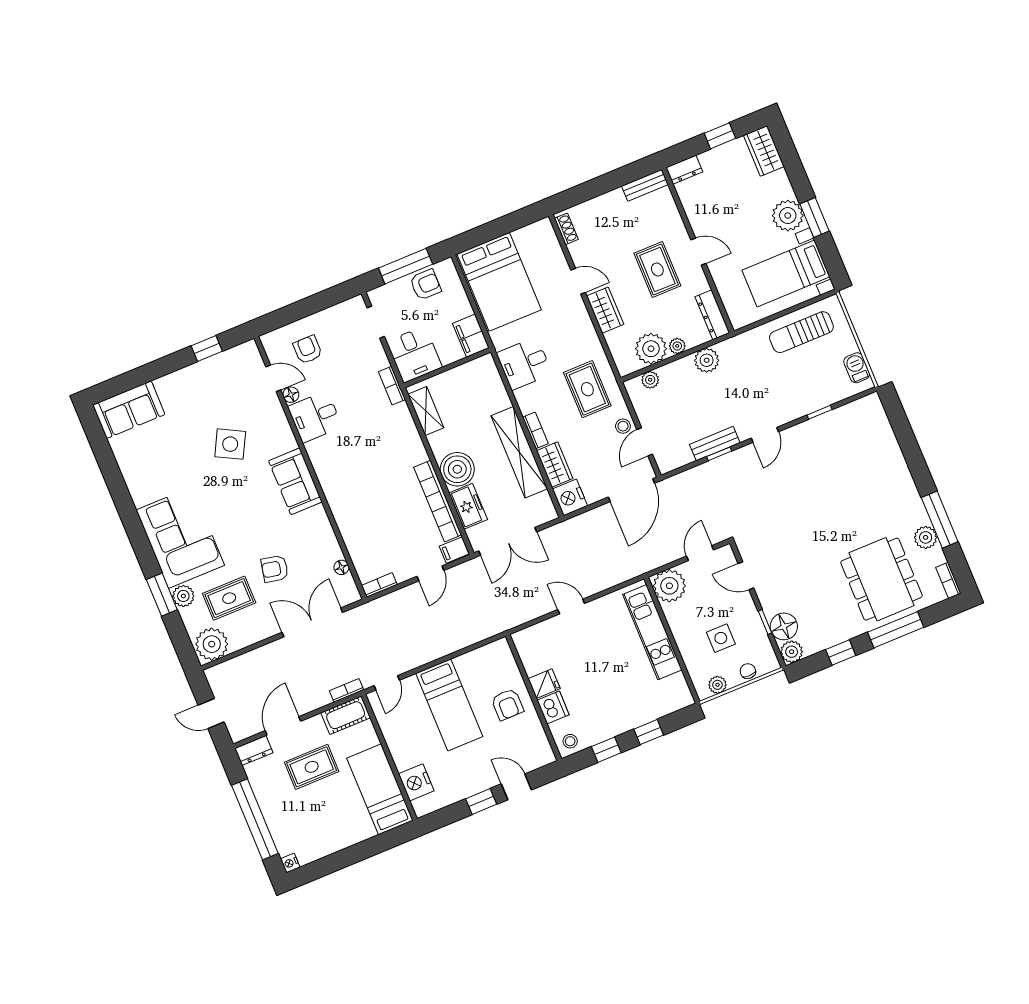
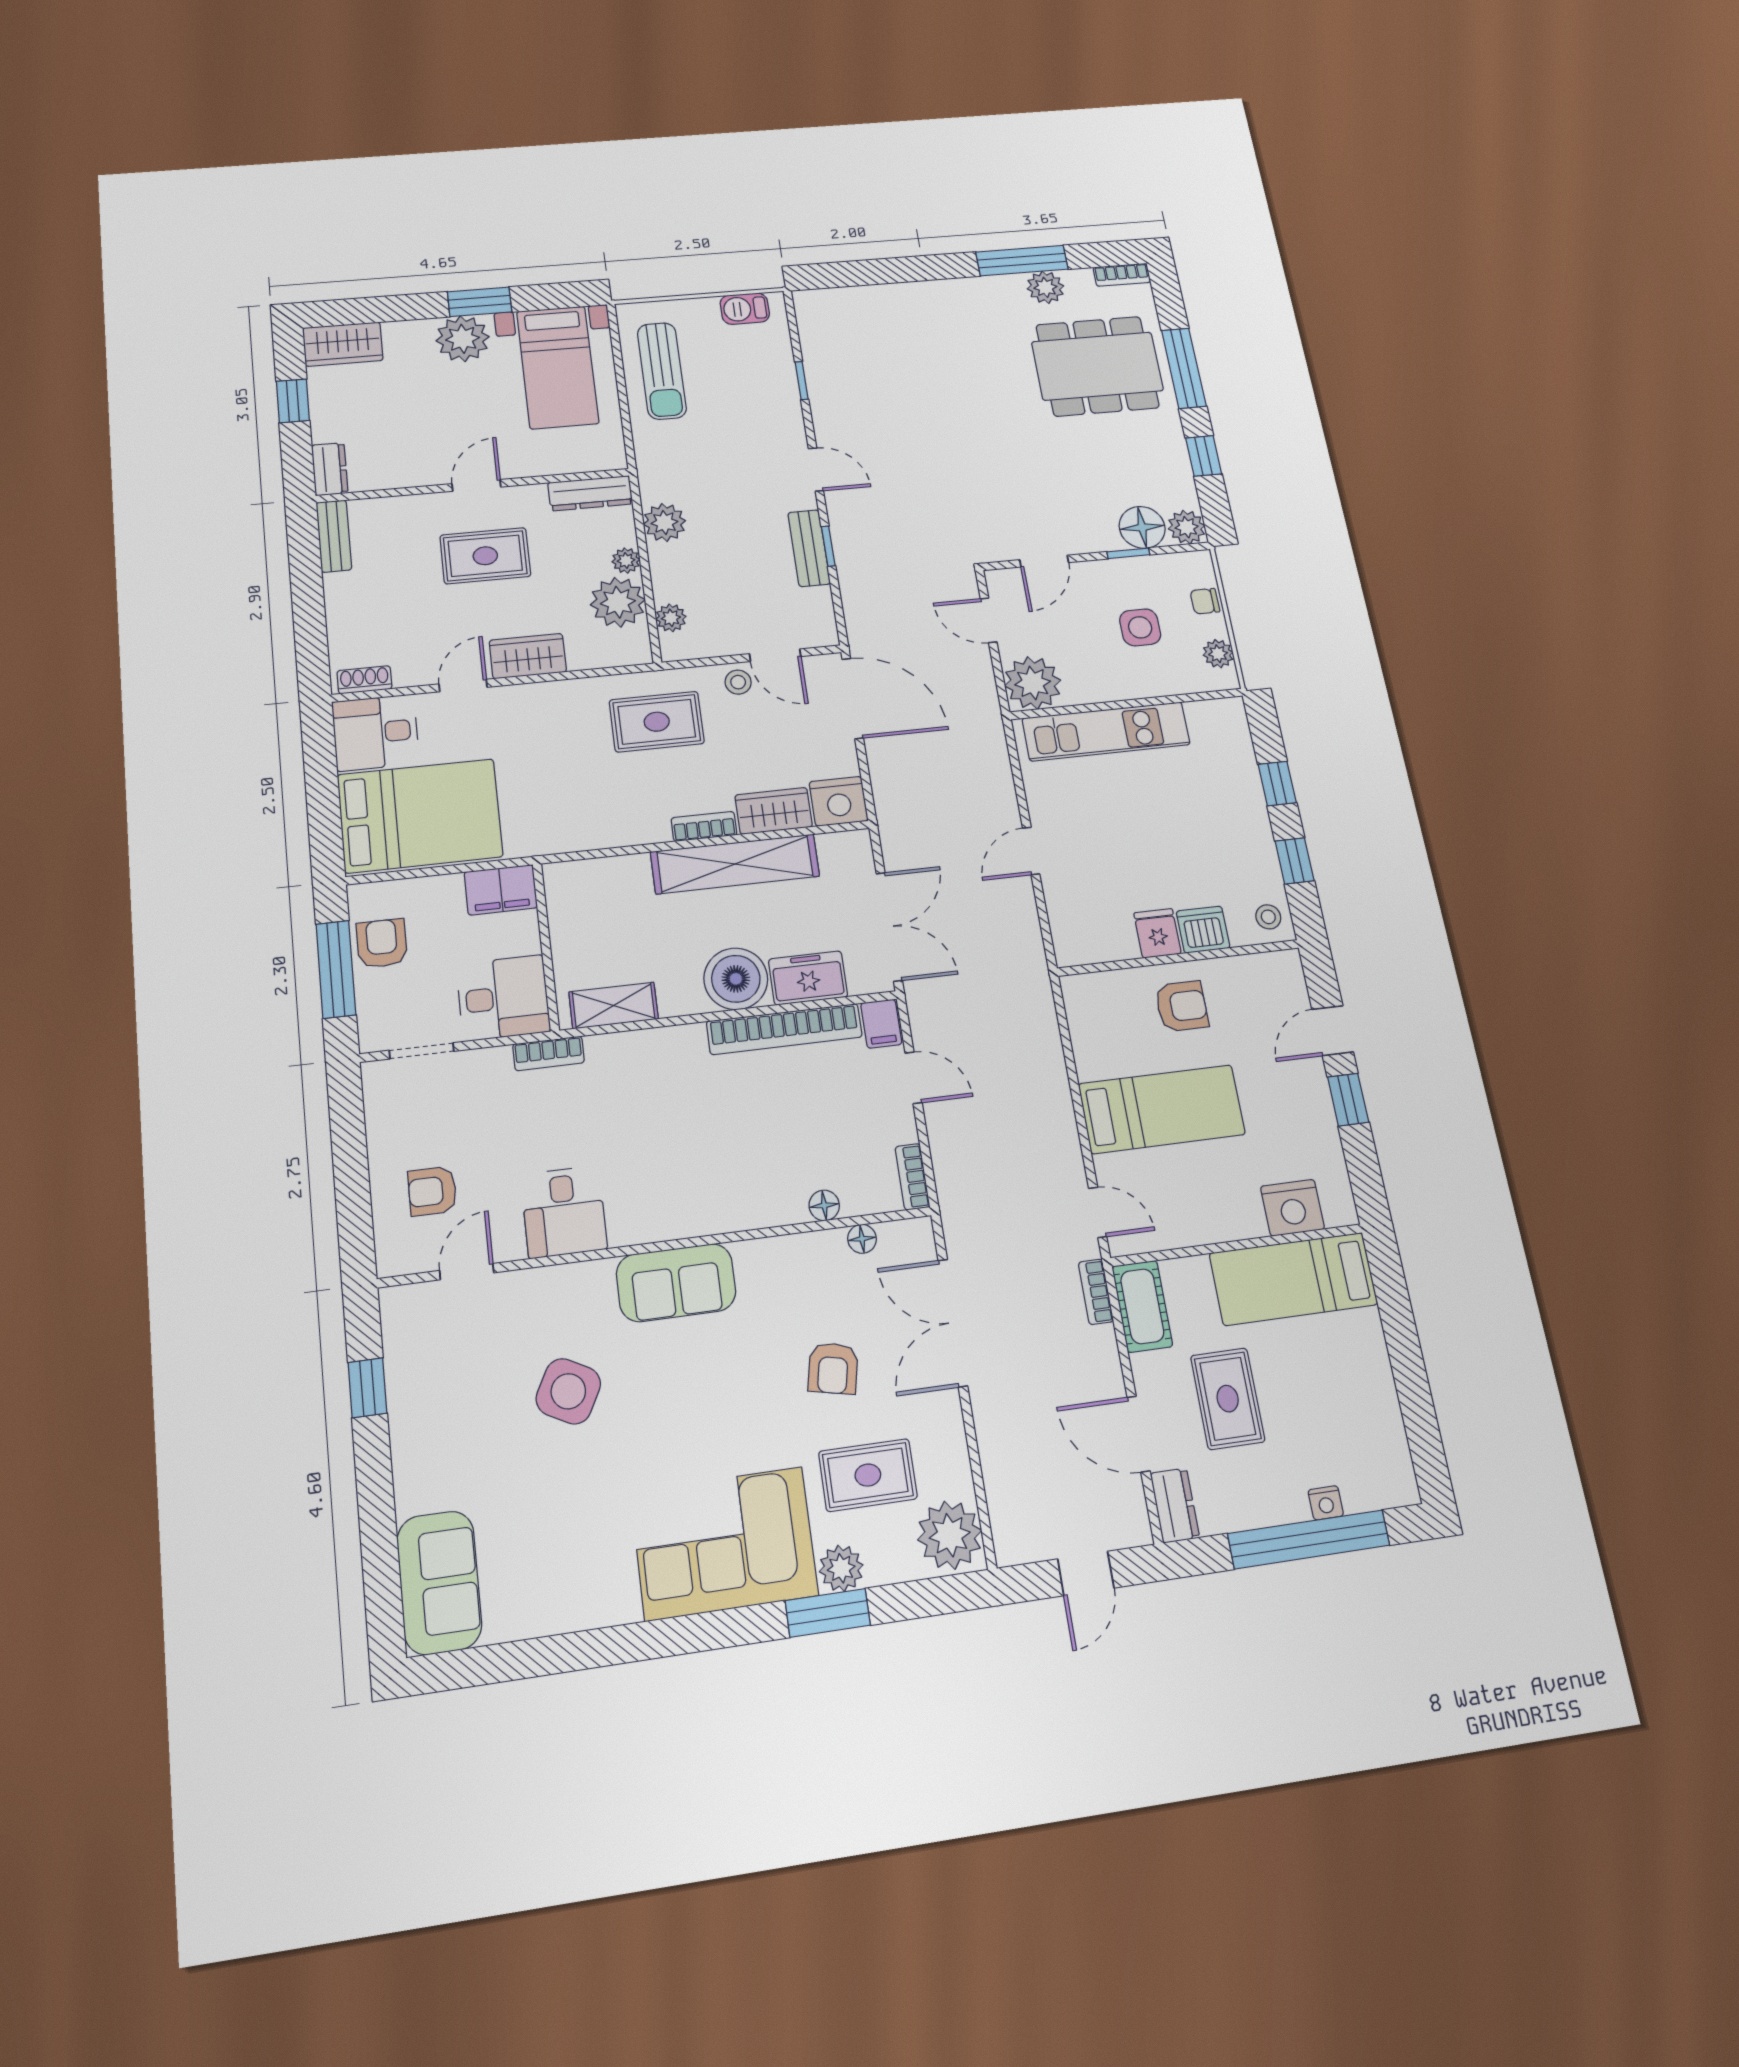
desk: (524, 363) -> (375, 733), moved, turned 90
floor lamp: (291, 395) -> (824, 1205), moved
rug: (229, 598) -> (868, 1475), turned 90
nightstand: (290, 863) -> (1326, 1503), moved

